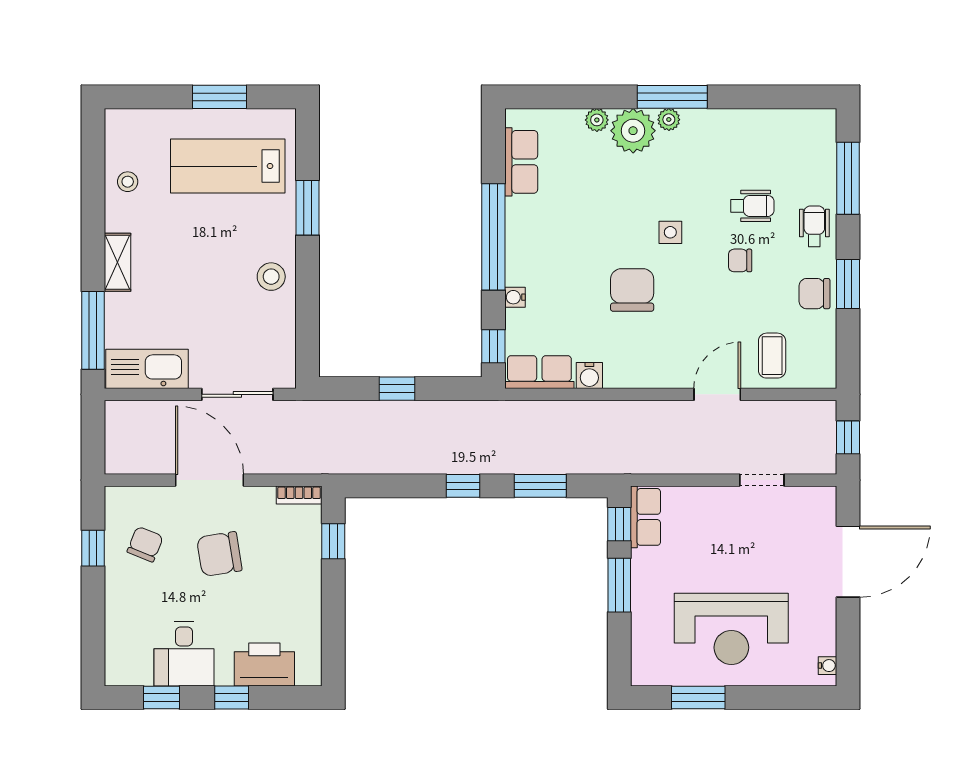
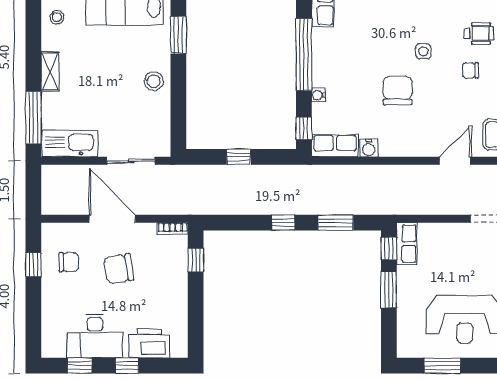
chair: (145, 544) -> (69, 262), turned 68
desk: (184, 654) -> (95, 336), width x1.37

